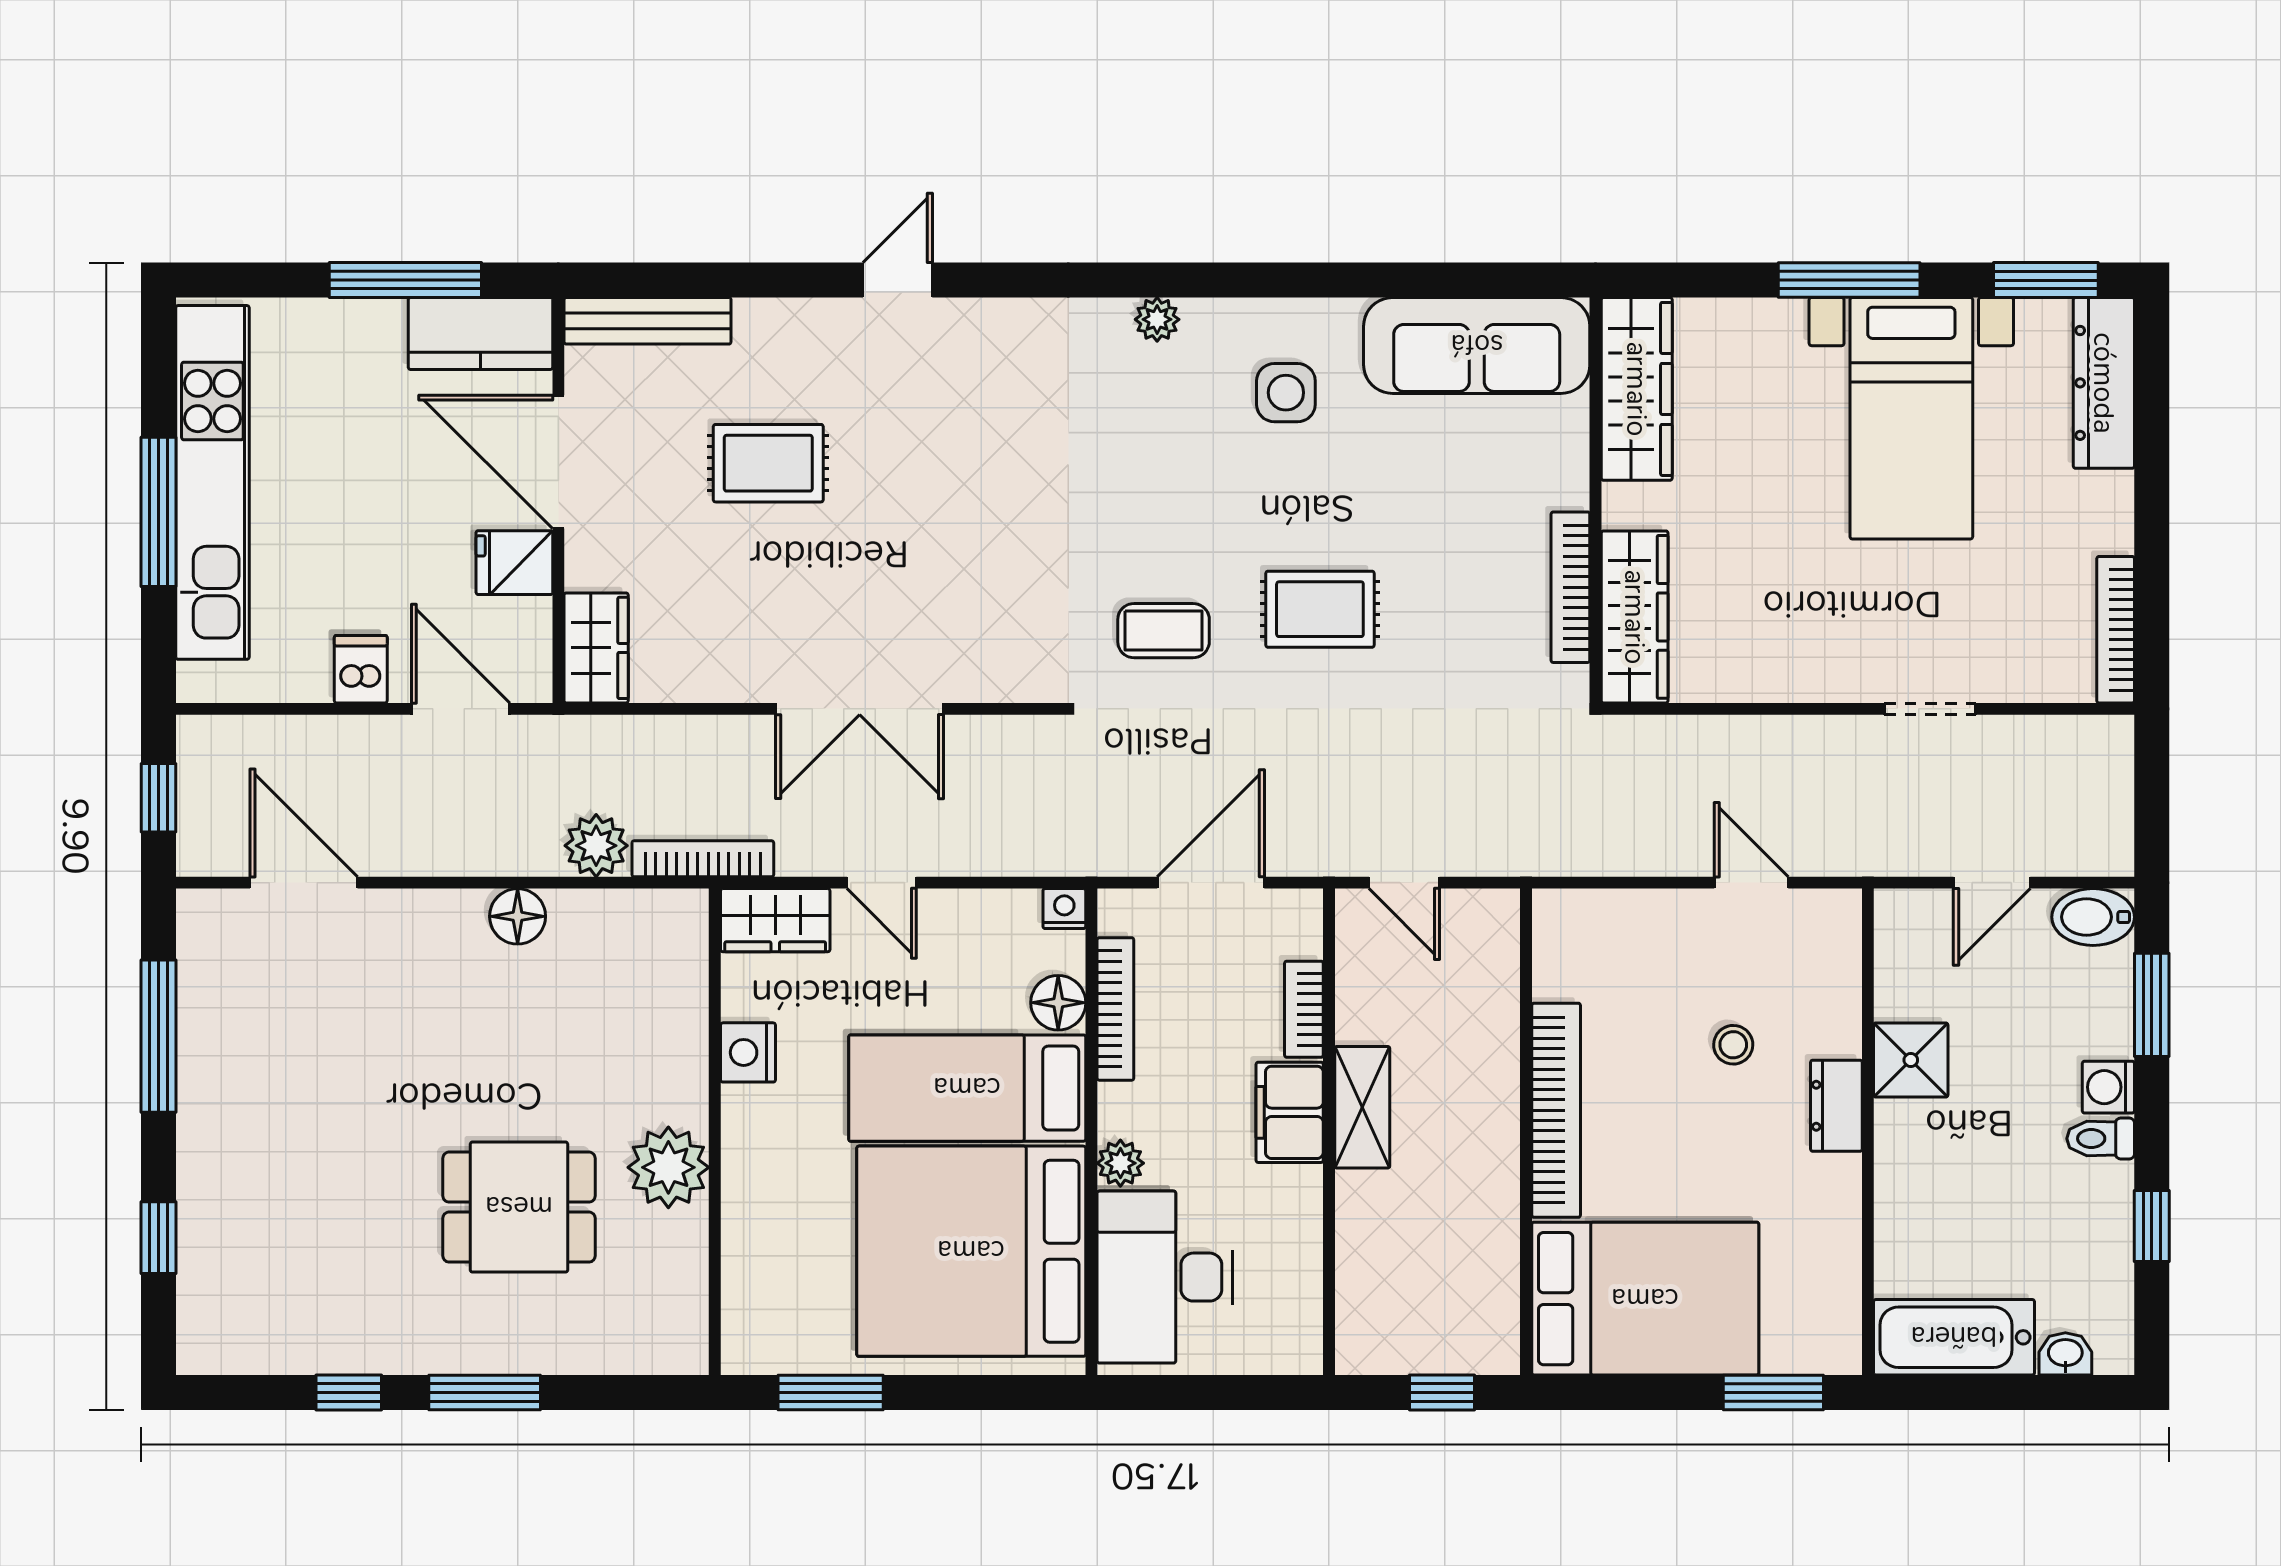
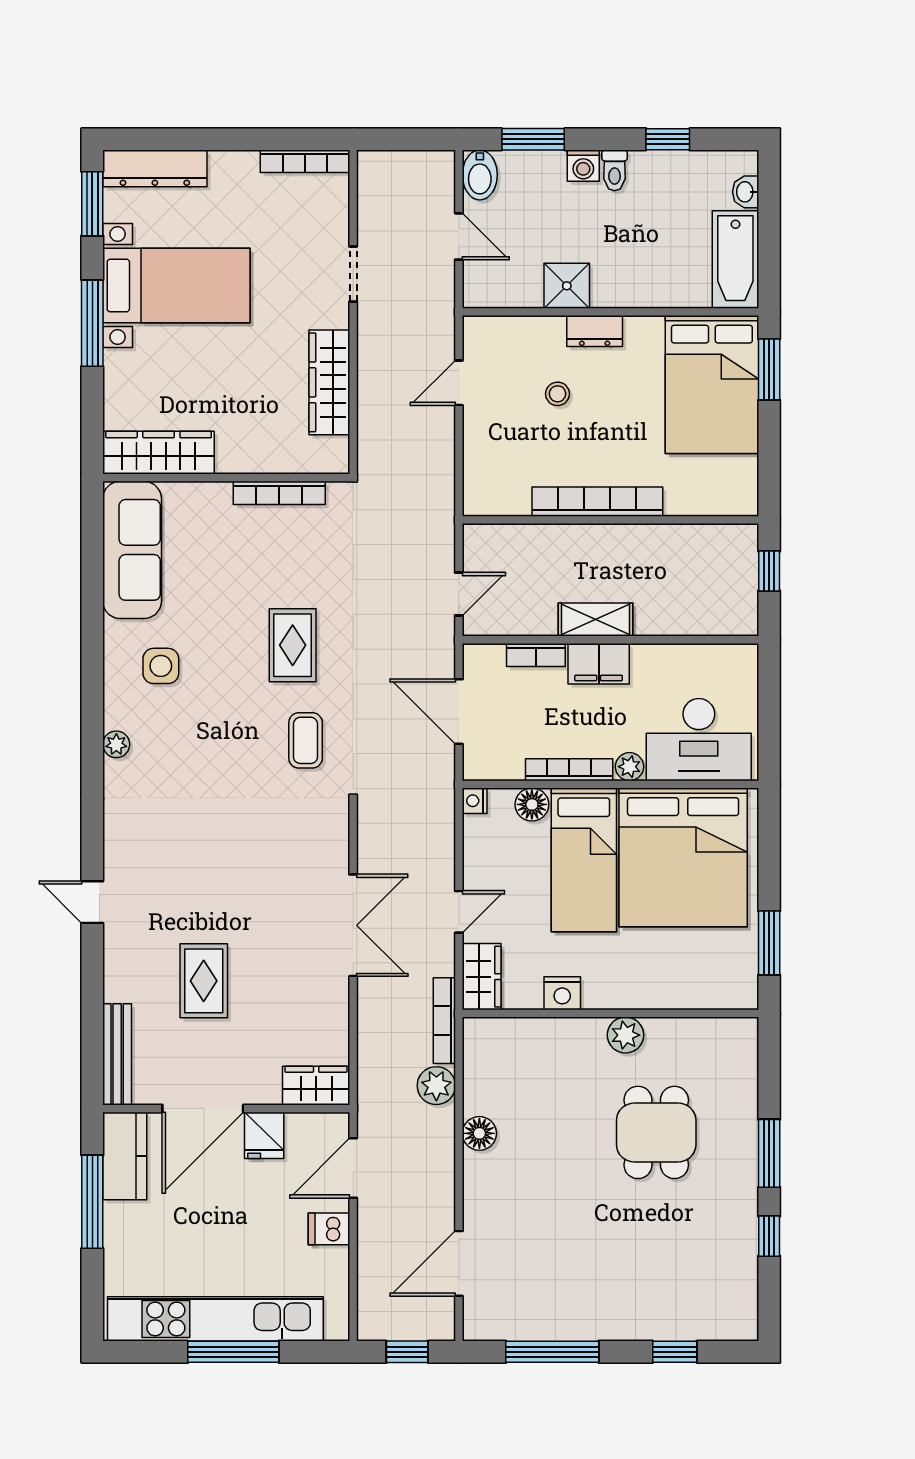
wardrobe: (1635, 617) -> (329, 382), moved, turned -90
bookcase: (1115, 1009) -> (569, 770), moved
plant: (668, 1167) -> (625, 1035), width x0.73, depth x0.73
bed: (1645, 1299) -> (712, 384), moved, turned 180

